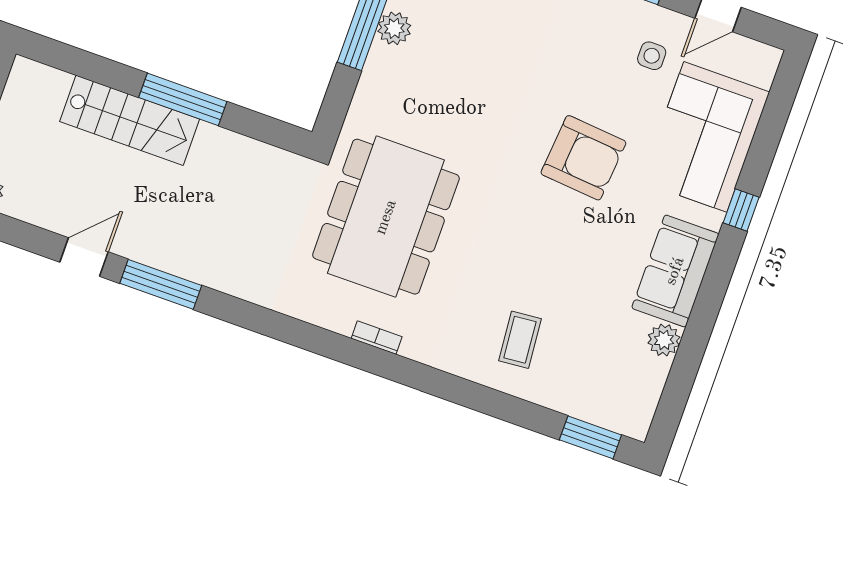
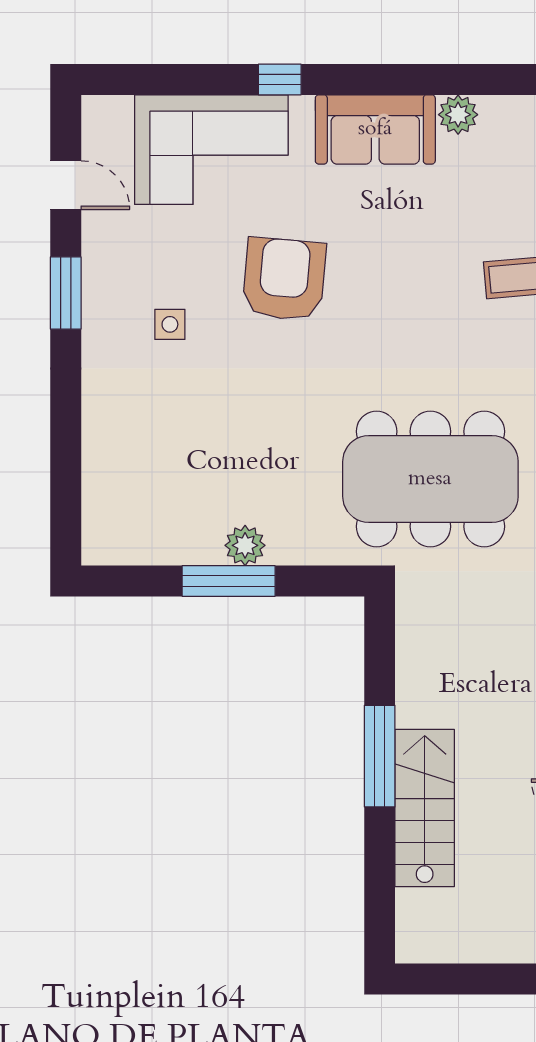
plant: (394, 28) -> (245, 545), moved
side table: (652, 56) -> (170, 324), moved

